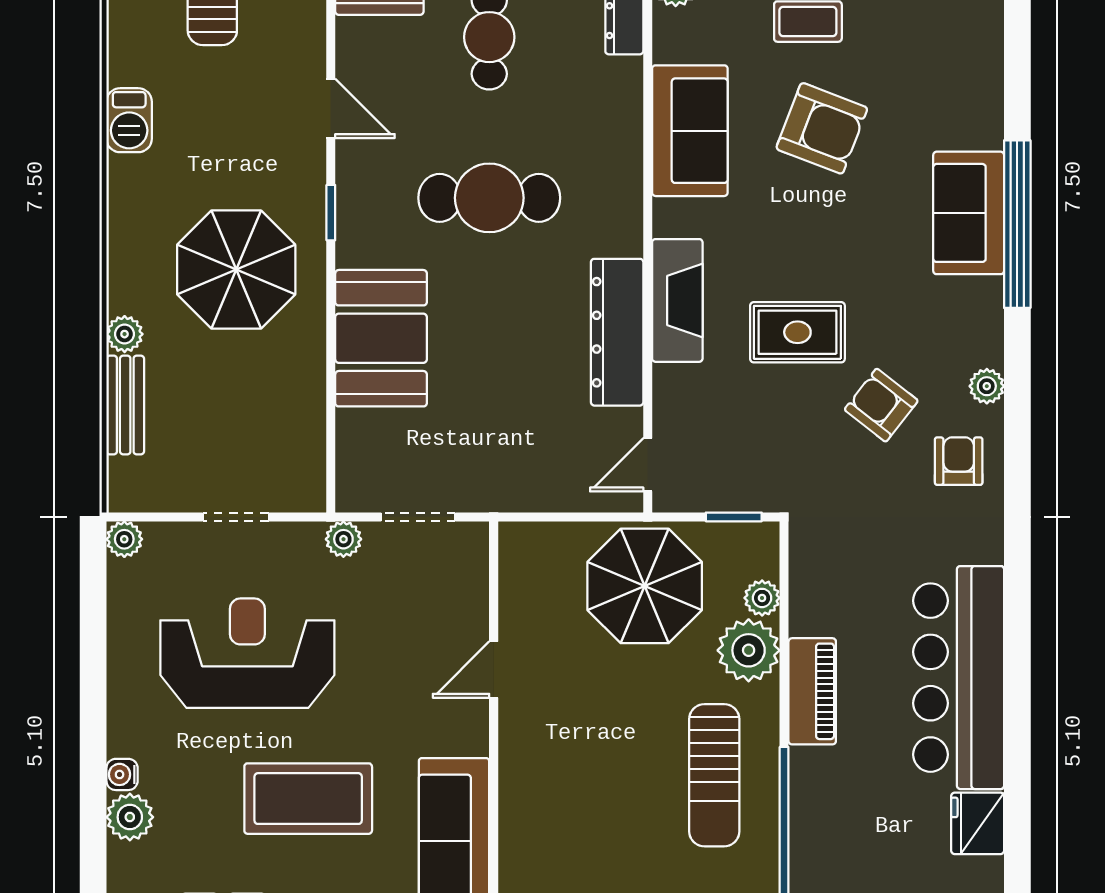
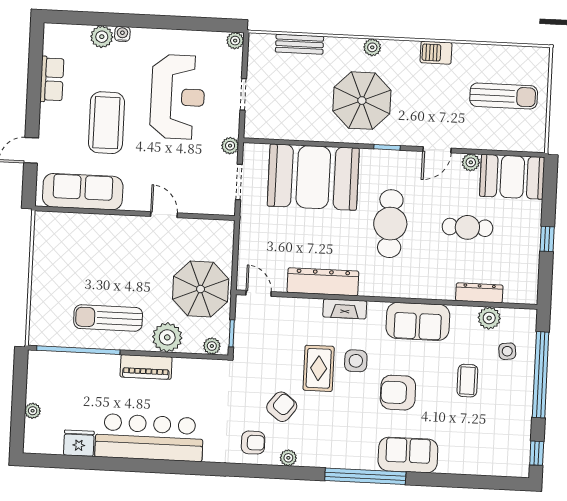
plant: (354, 37) -> (471, 162), added
armchair: (822, 128) -> (398, 393), moved, turned 69
sofa: (969, 213) -> (408, 455), moved
side table: (778, 256) -> (356, 361), added
fireplace: (677, 300) -> (345, 309), width x0.73, depth x0.76
plant: (125, 334) -> (372, 47), moved
booth: (381, 338) -> (313, 177), width x1.36, depth x1.42
plant: (762, 598) -> (212, 346), moved

